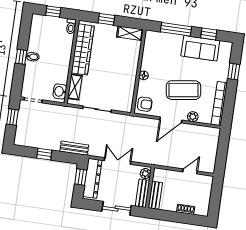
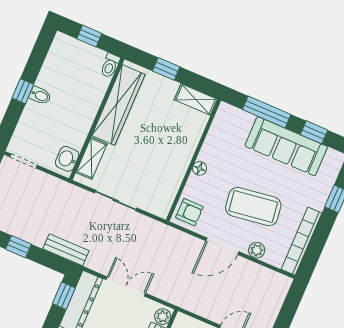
sofa: (200, 48) -> (286, 146), width x1.36

